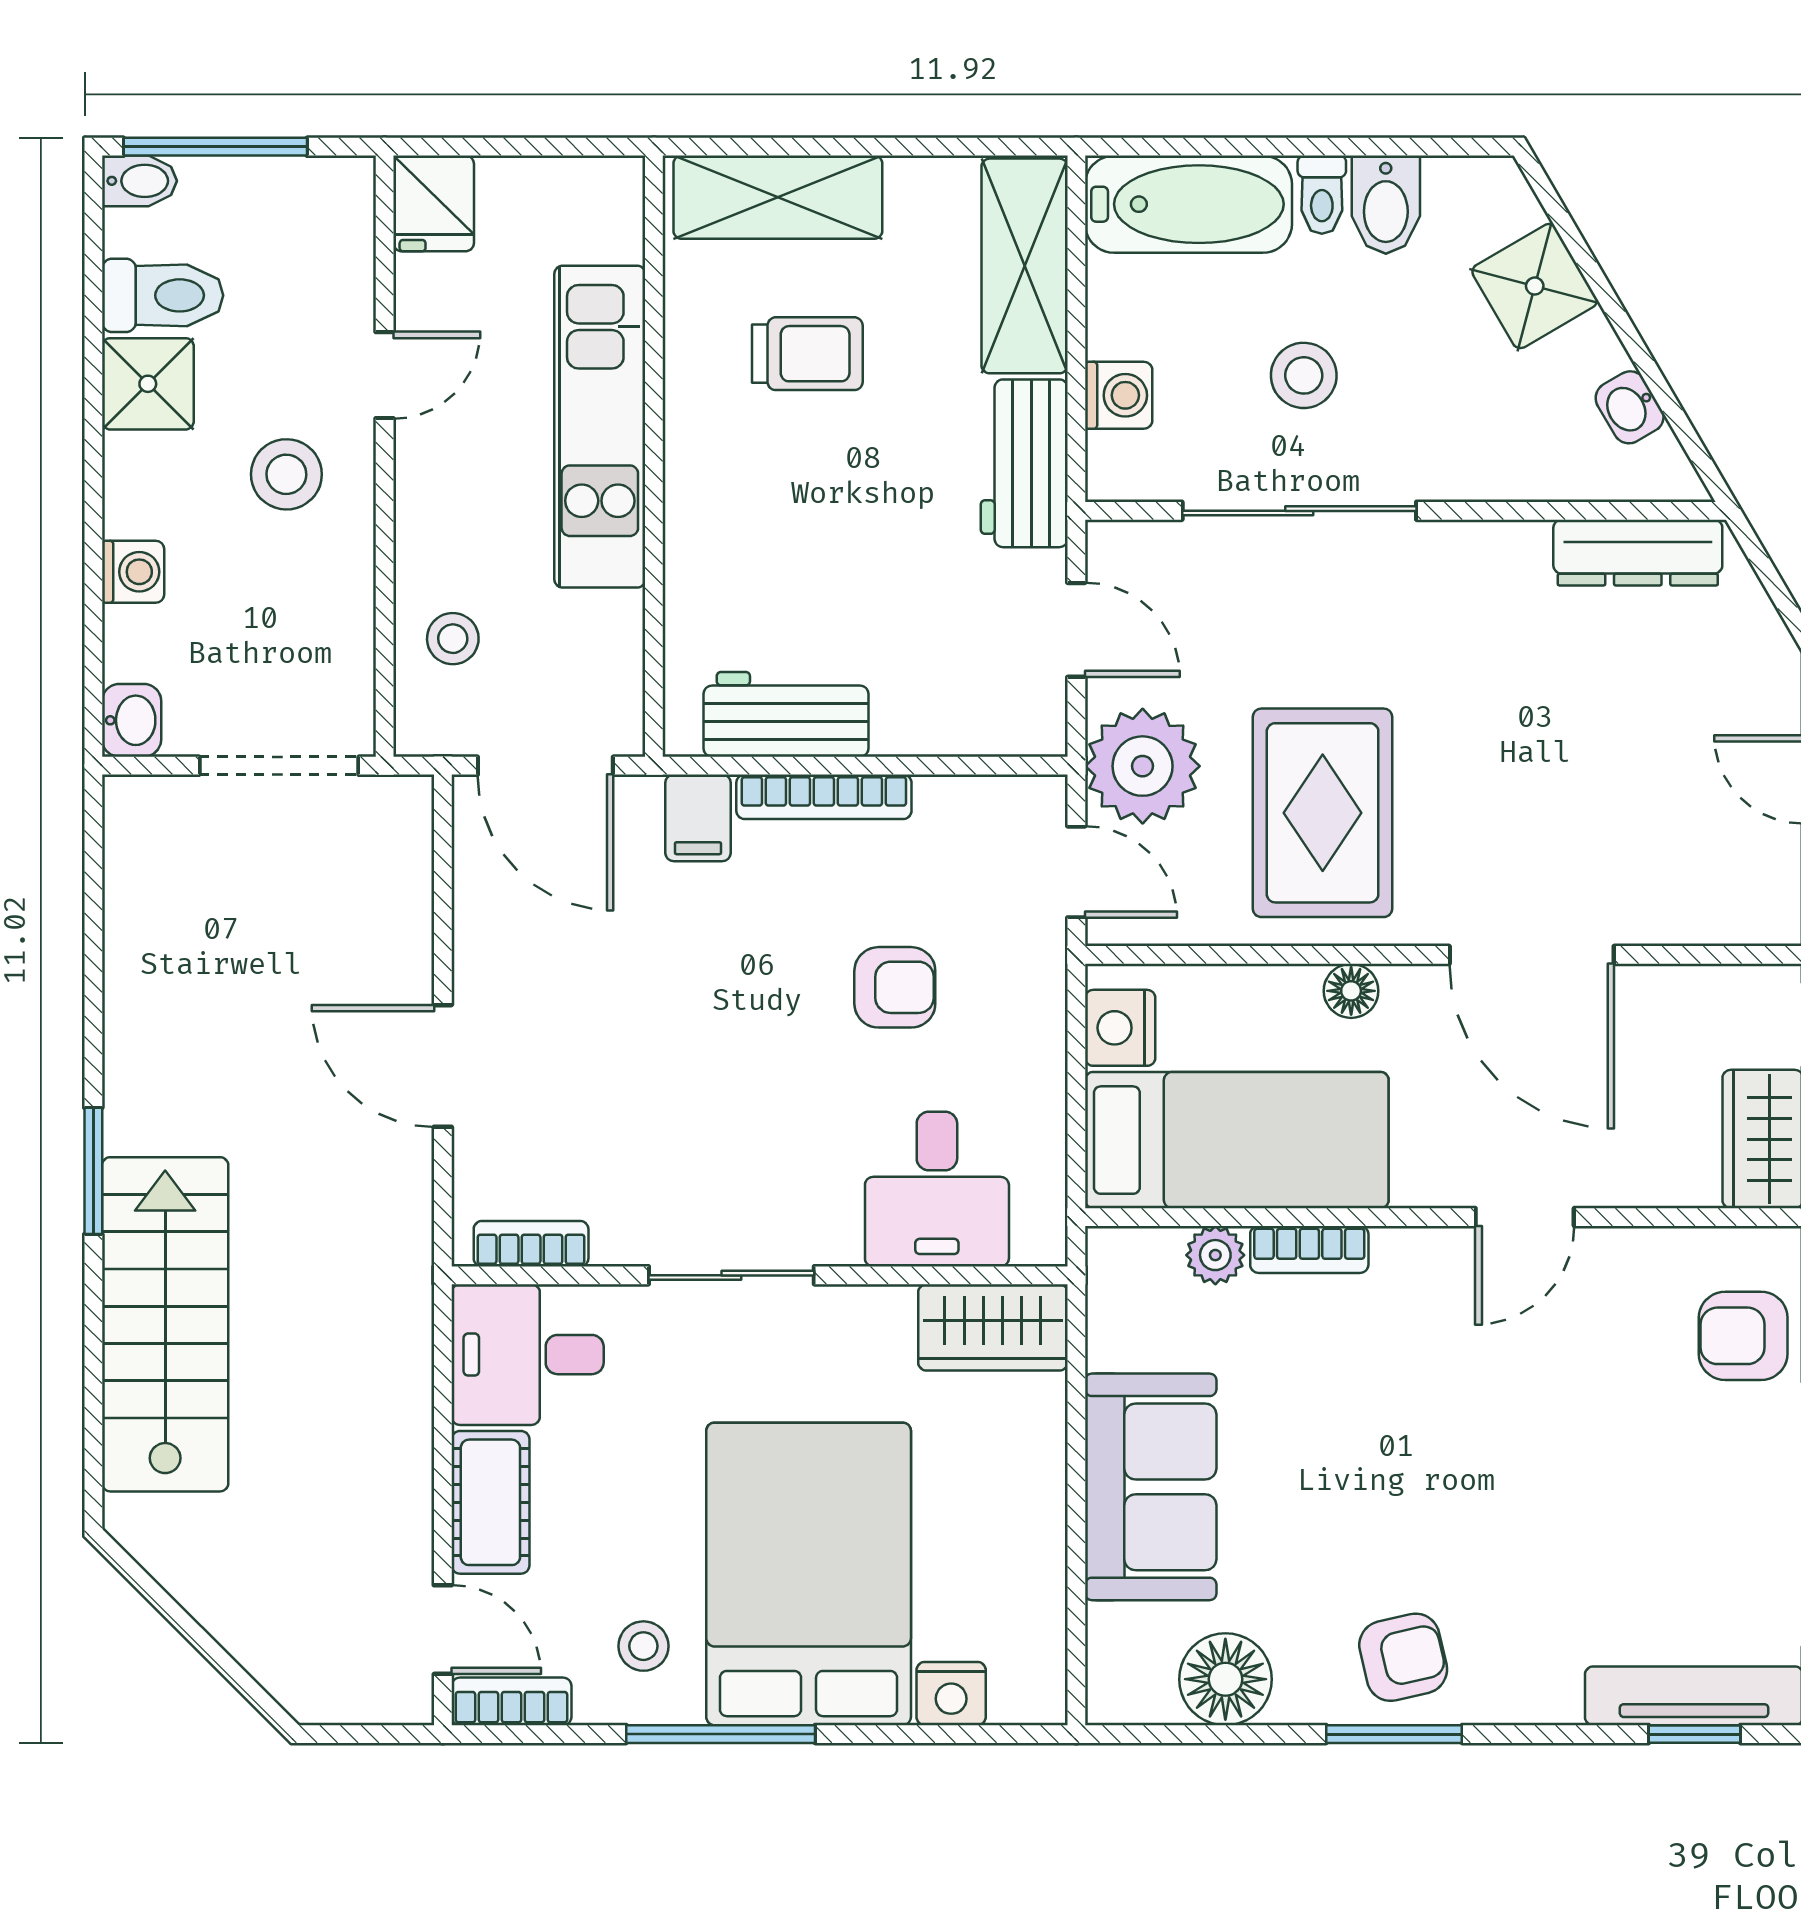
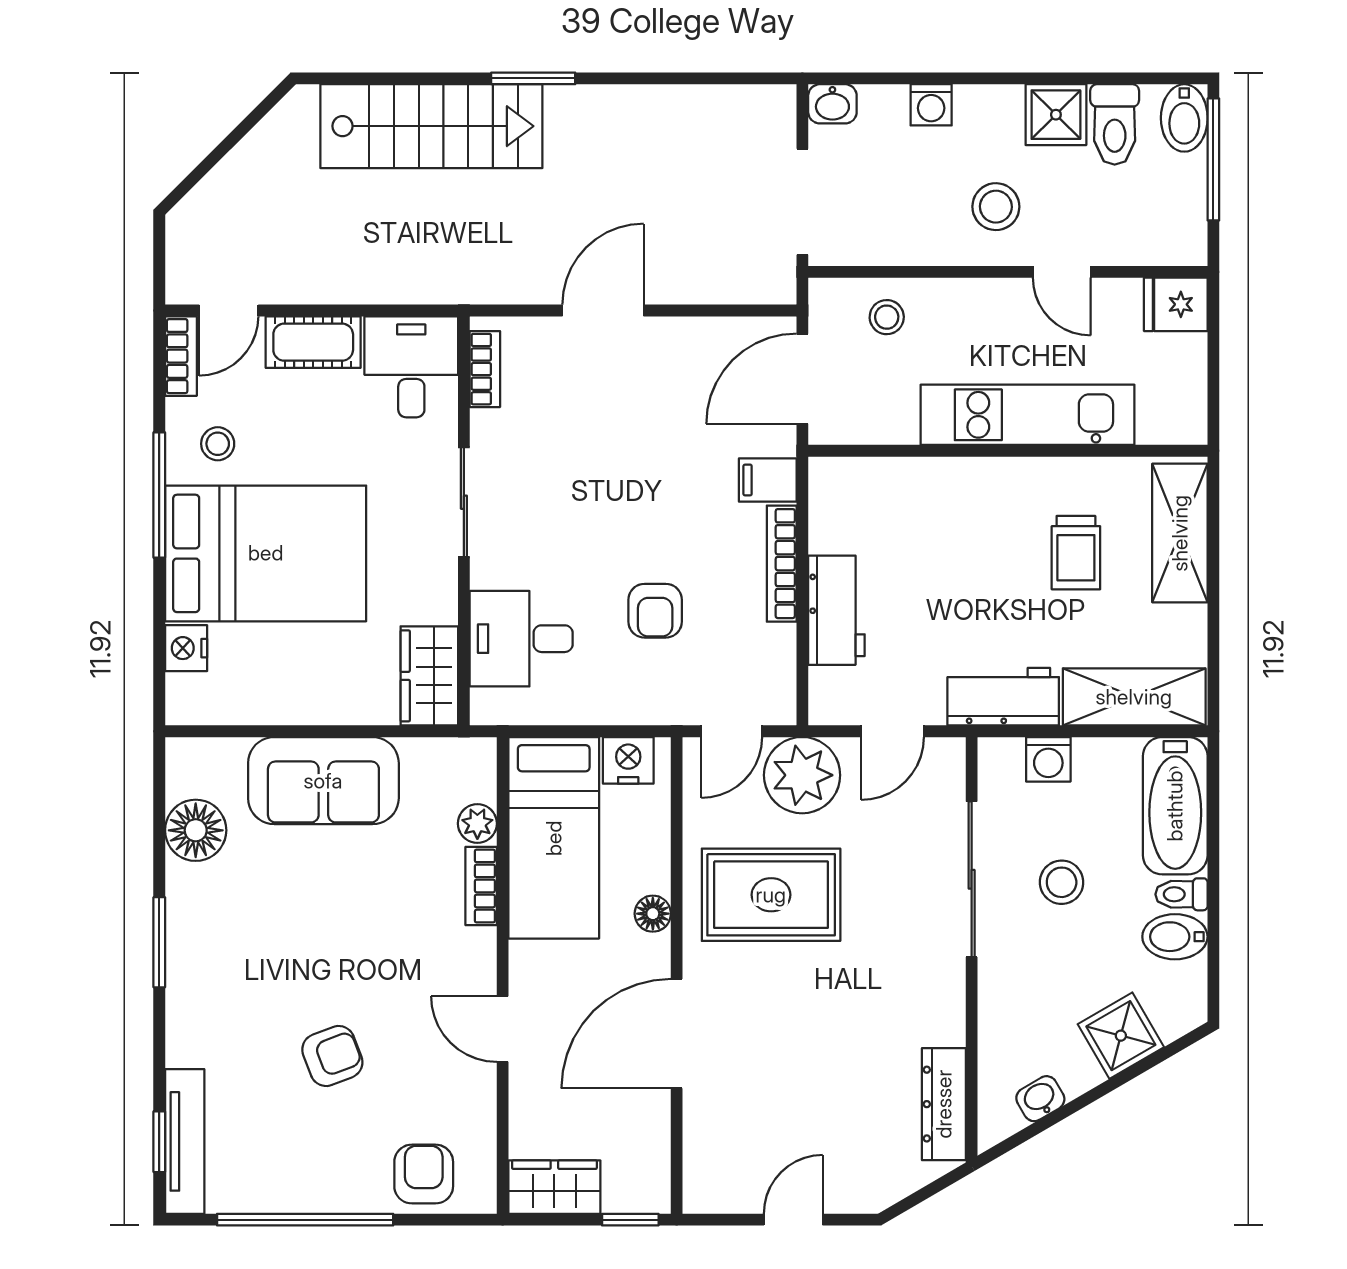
bidet: (139, 181) -> (1184, 118), width x1.38, depth x1.36
workbench: (786, 714) -> (836, 610), moved
armchair: (1403, 1657) -> (332, 1056), moved, turned -98

